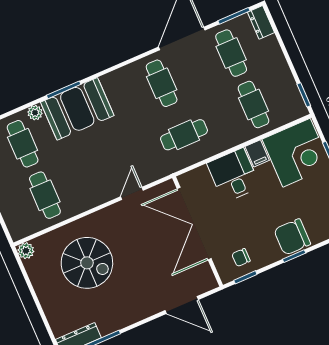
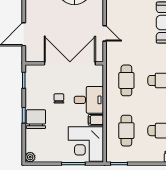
cafe table: (253, 105) -> (126, 131), turned 90
chair: (241, 257) -> (59, 98), moved

